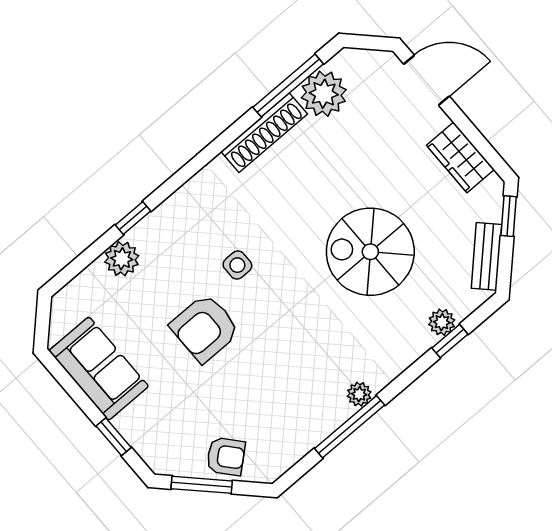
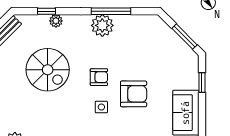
plant: (442, 322) -> (56, 21), moved
plant: (359, 394) -> (102, 25), width x1.88, depth x1.88
armchair: (226, 456) -> (99, 77), moved, turned 131

